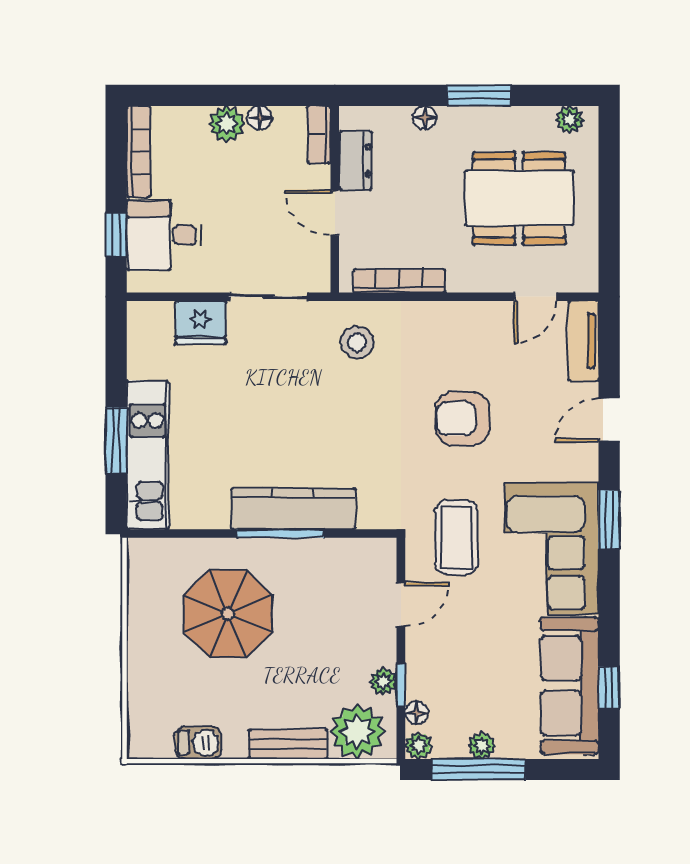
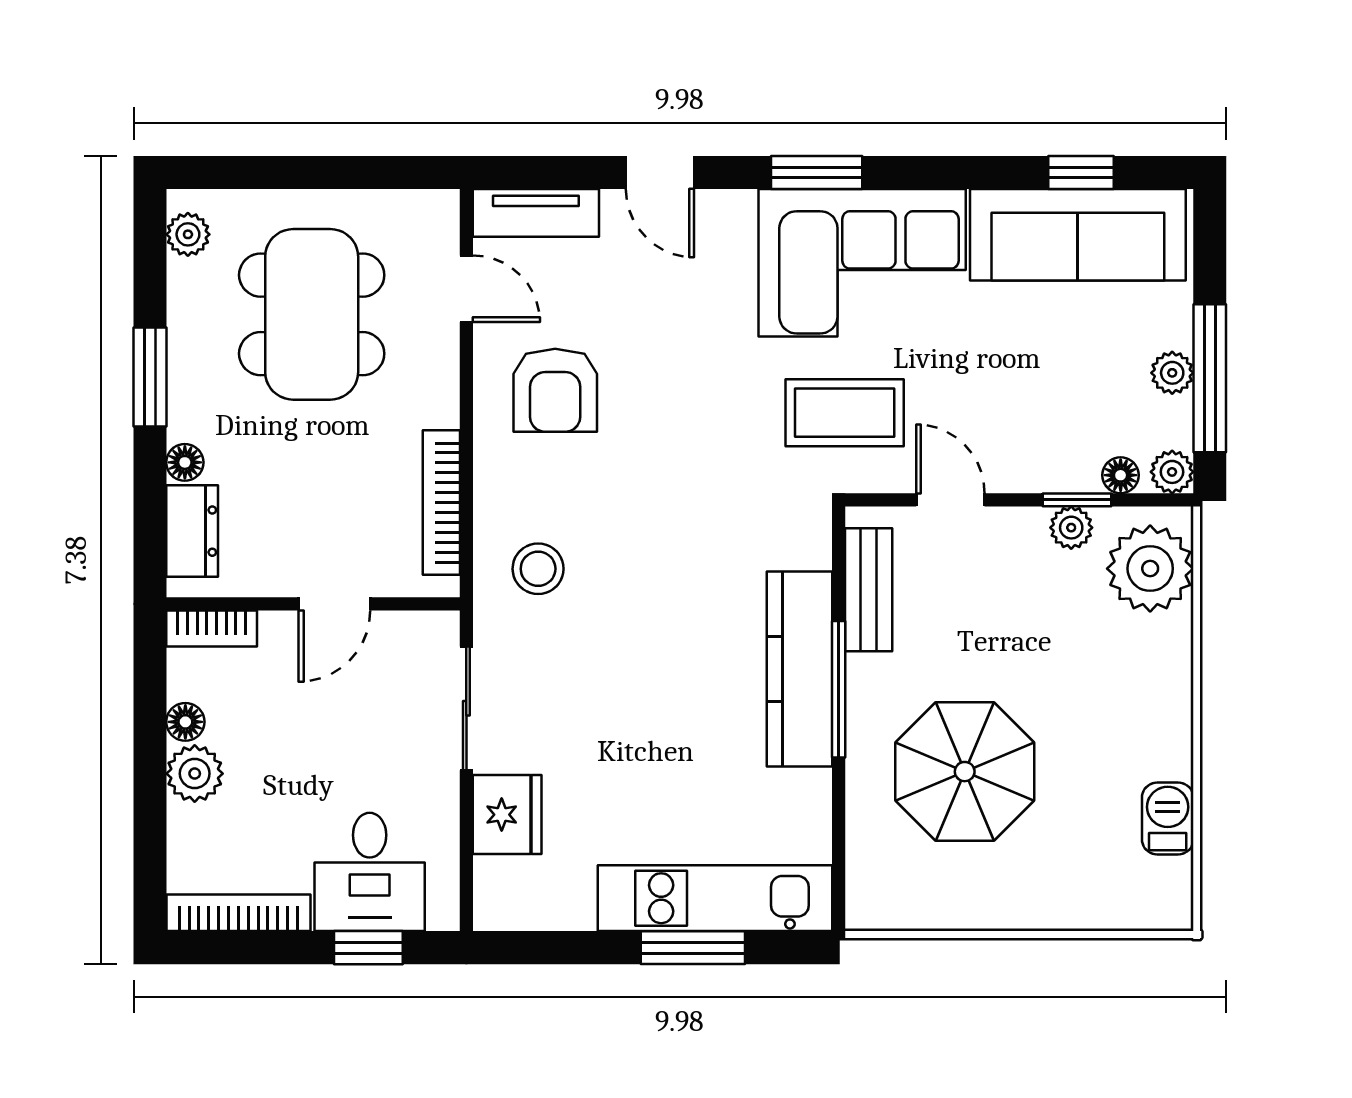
dresser: (355, 161) -> (192, 531), moved, turned 90
armchair: (463, 418) -> (555, 390), moved
bench: (288, 744) -> (869, 590), moved

